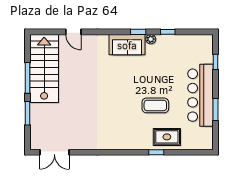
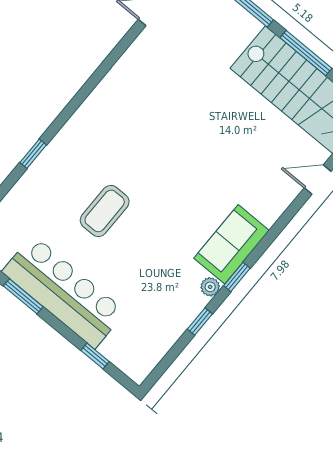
rug: (167, 137) -> (43, 189), removed

